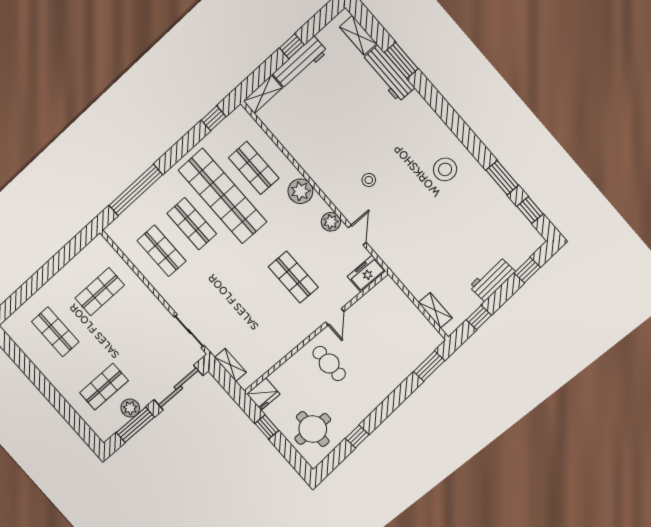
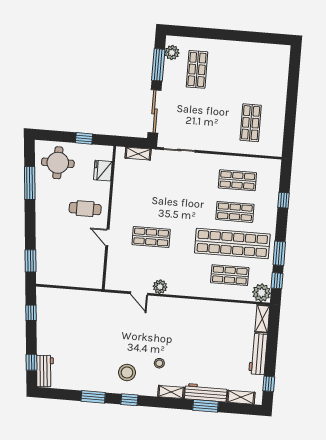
window: (292, 46) -> (269, 384), moved
window: (187, 143) -> (279, 253), added
stool: (369, 180) -> (159, 363), moved
window: (136, 190) -> (283, 200), width x0.32
plant: (300, 191) -> (261, 293), moved
window: (530, 210) -> (129, 400), moved
freezer: (367, 274) -> (114, 278), removed
workbench: (492, 279) -> (45, 371), moved
shelving: (435, 310) -> (171, 392), moved
shop shelf: (55, 332) -> (255, 74), removed
fridge: (263, 394) -> (103, 171), moved
plant: (130, 408) -> (172, 53), moved
window: (357, 436) -> (30, 183), width x2.17

